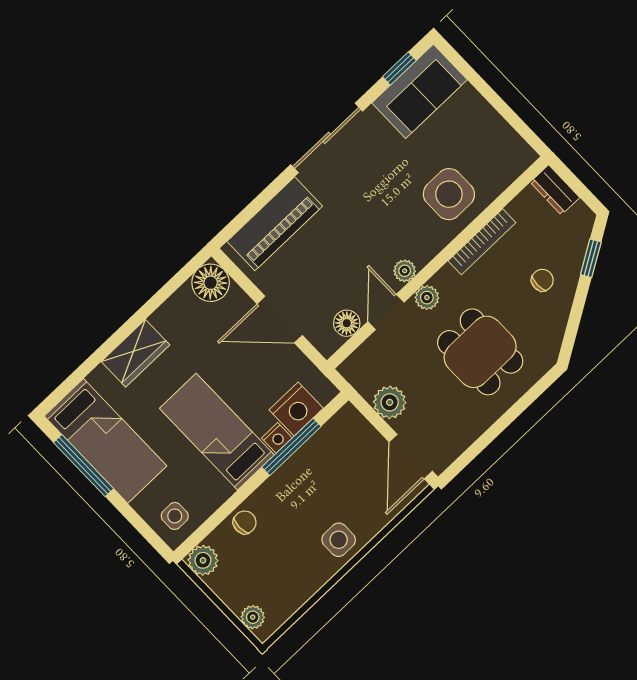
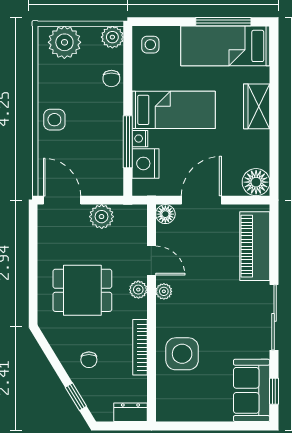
floor lamp: (347, 323) -> (165, 214), moved
plant: (253, 617) -> (64, 42), width x1.88, depth x1.88

